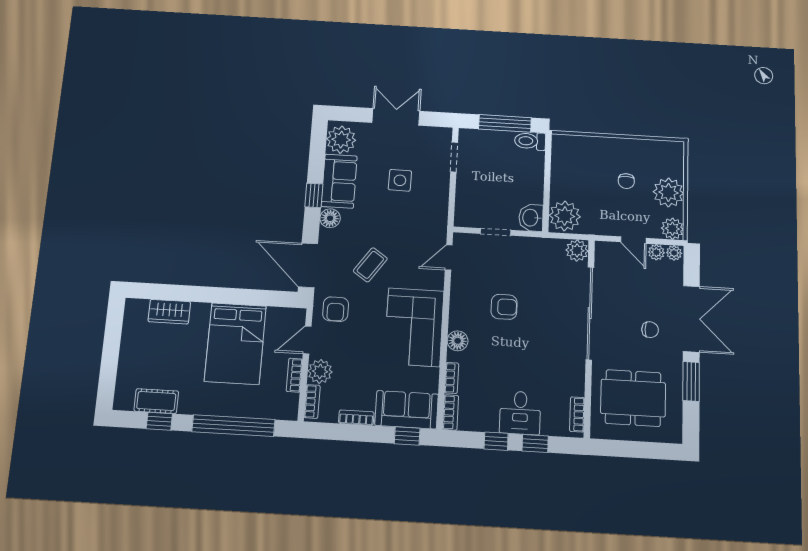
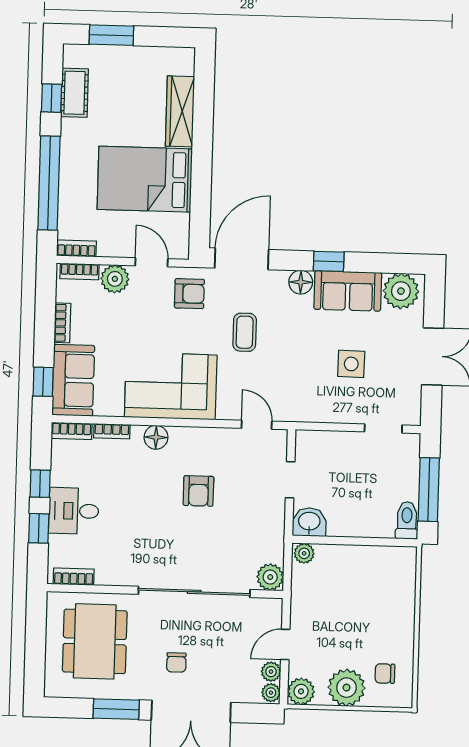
chair: (626, 181) -> (385, 674), moved
plant: (565, 216) -> (304, 553), width x0.53, depth x0.53
coffee table: (370, 265) -> (245, 332), turned 55
armchair: (336, 309) -> (189, 294), turned 180
wardrobe: (169, 312) -> (180, 111), width x1.50
window: (109, 368) -> (111, 35), added
bookcase: (294, 375) -> (76, 248), moved

